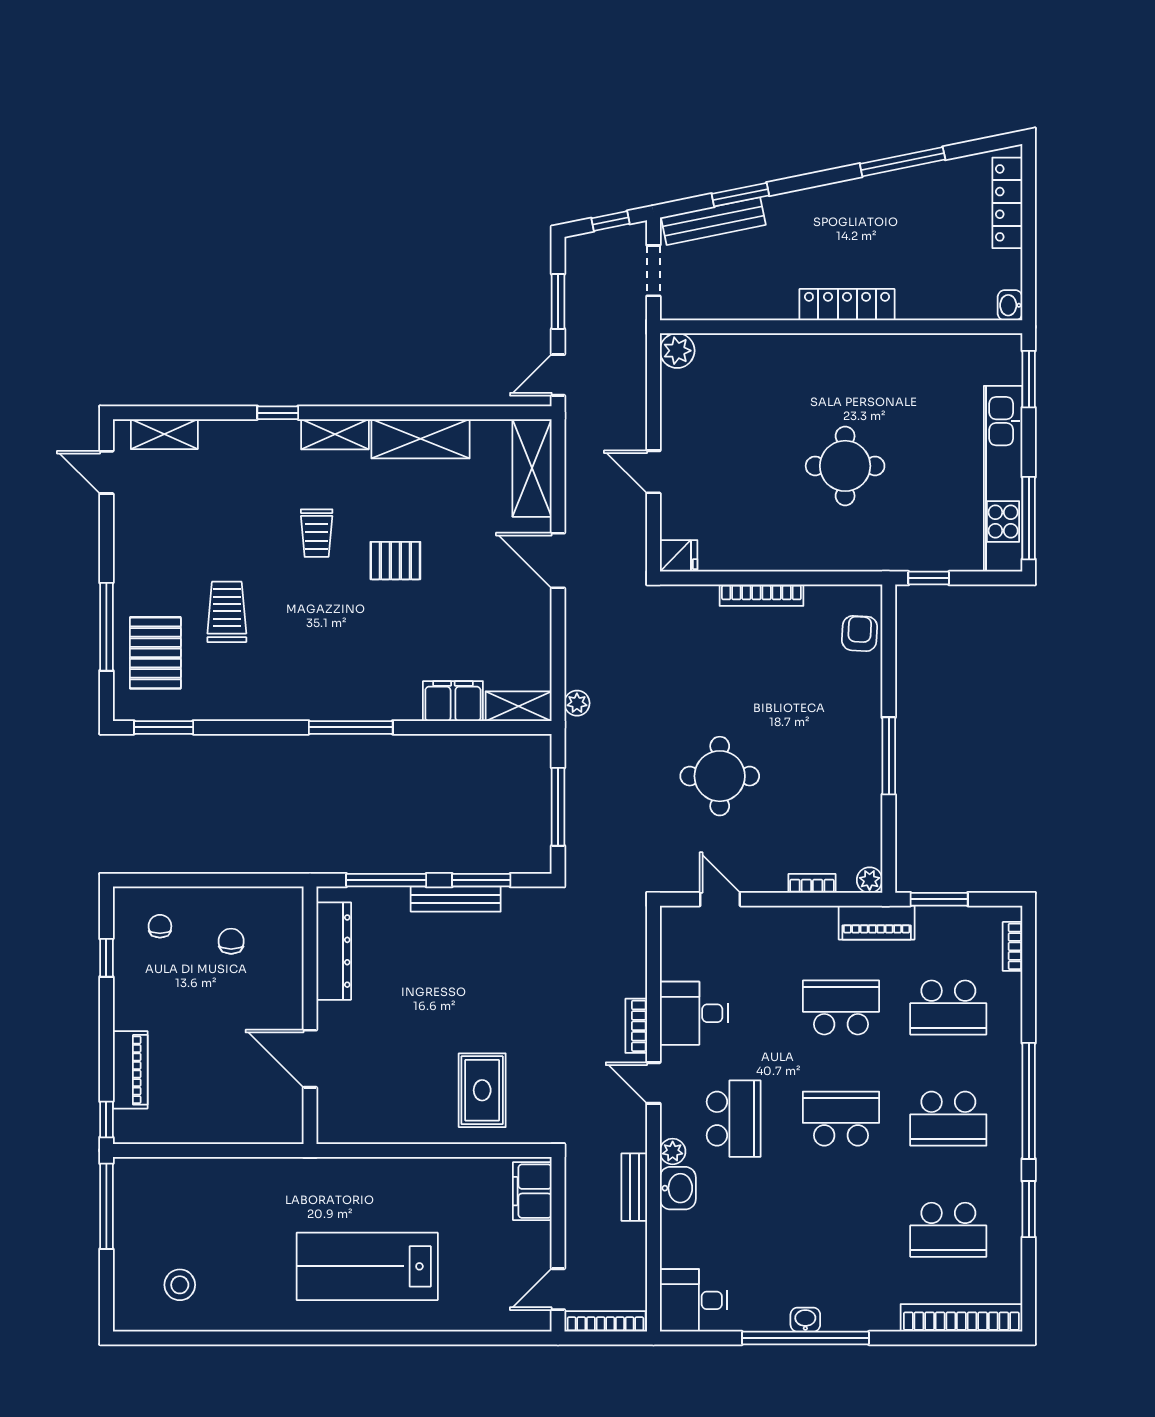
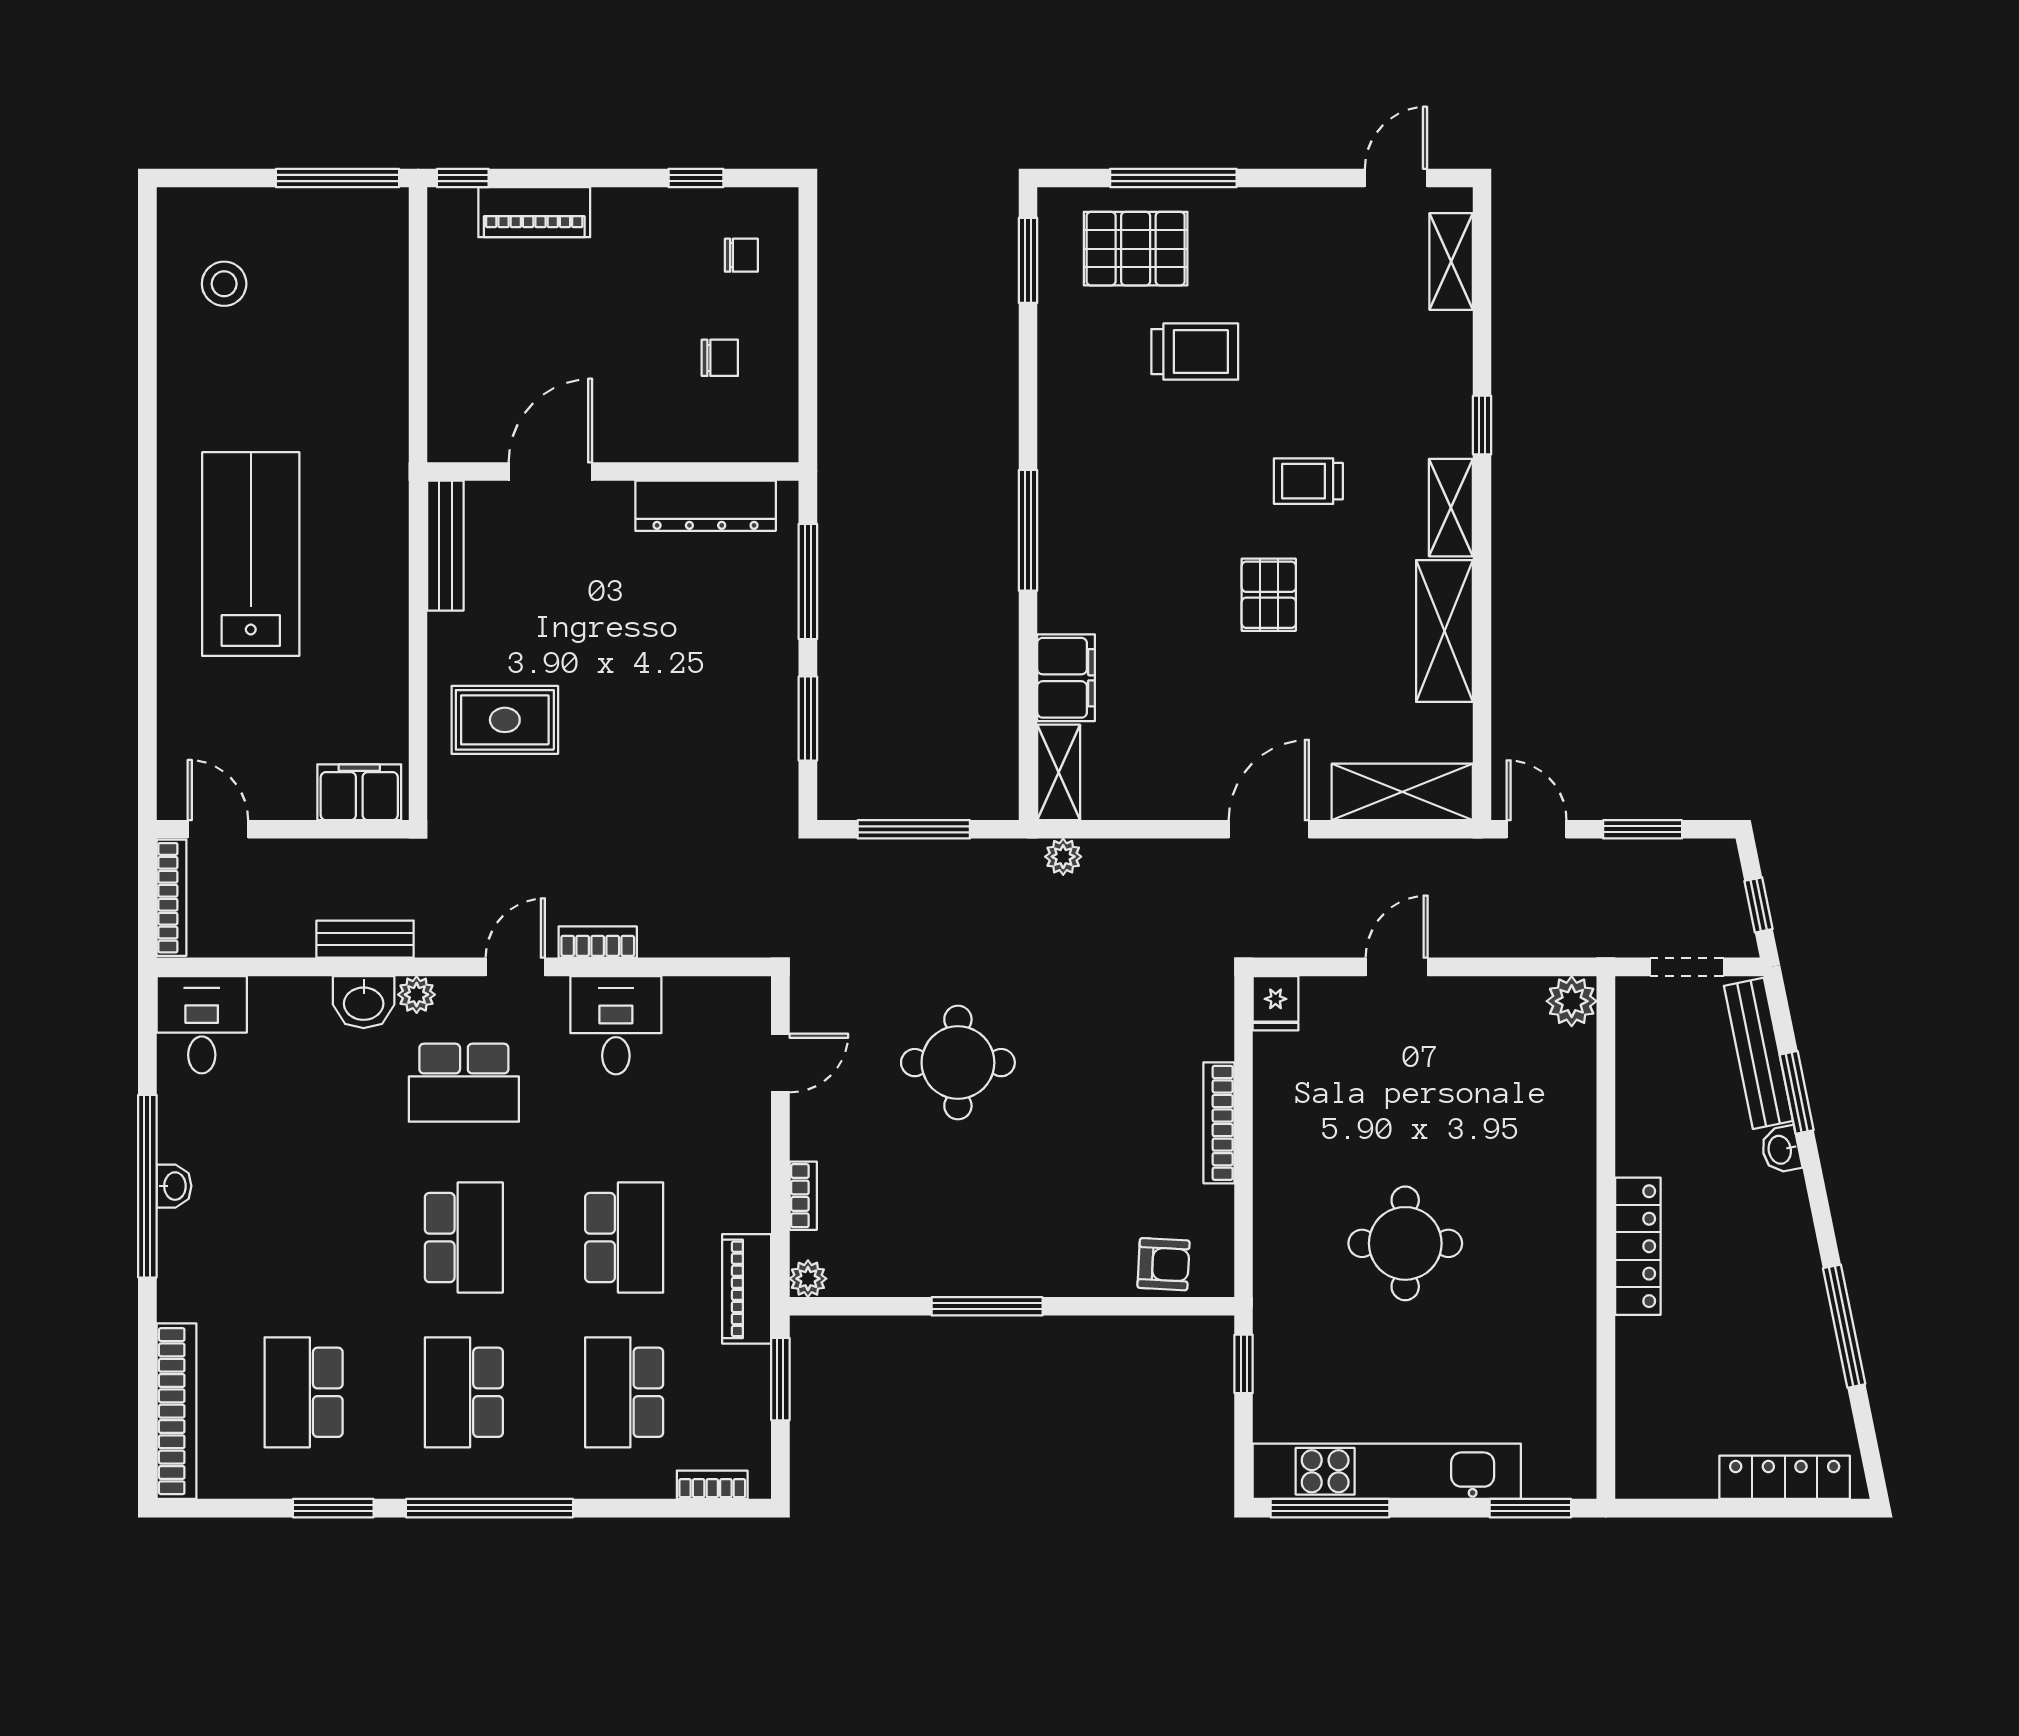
washbasin: (1010, 305) -> (1781, 1150), moved, turned -101
bench: (456, 899) -> (445, 546), moved

